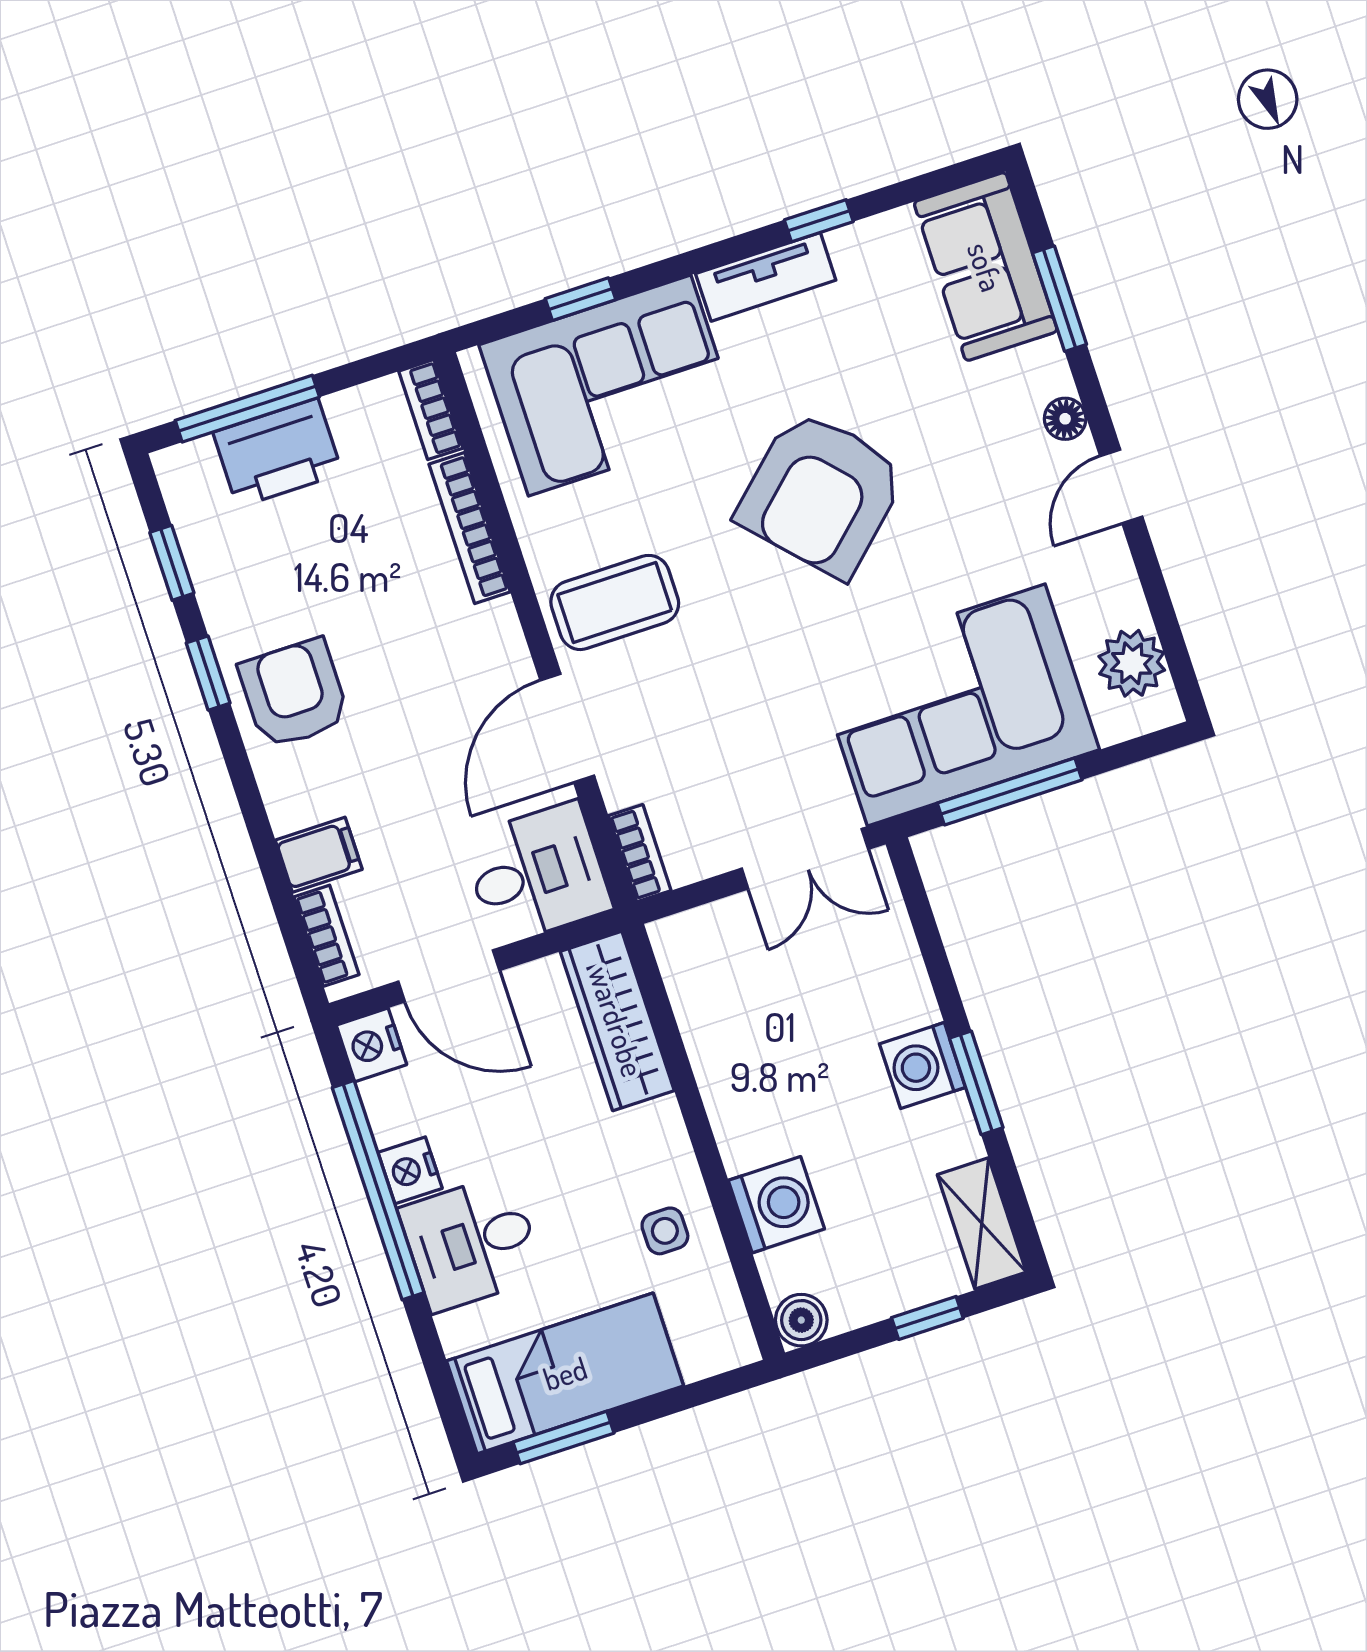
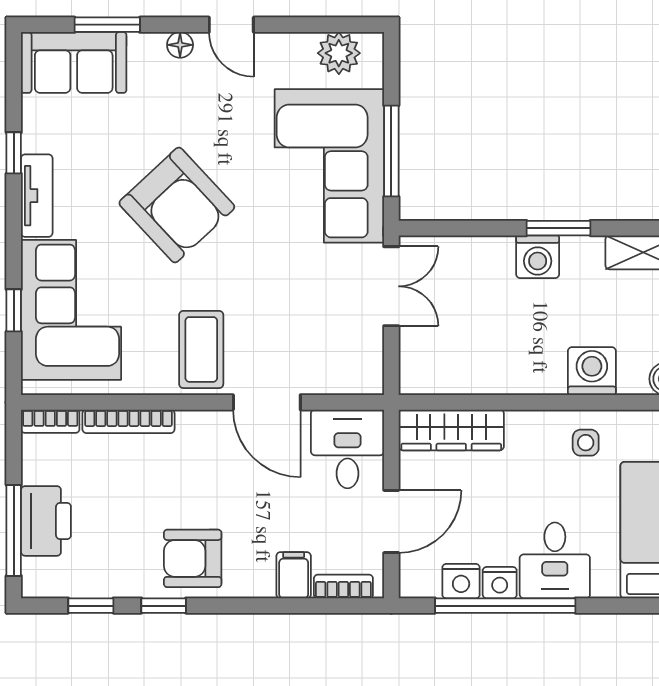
bookcase: (640, 853) -> (356, 384), removed
nightstand: (371, 1045) -> (461, 581), moved

